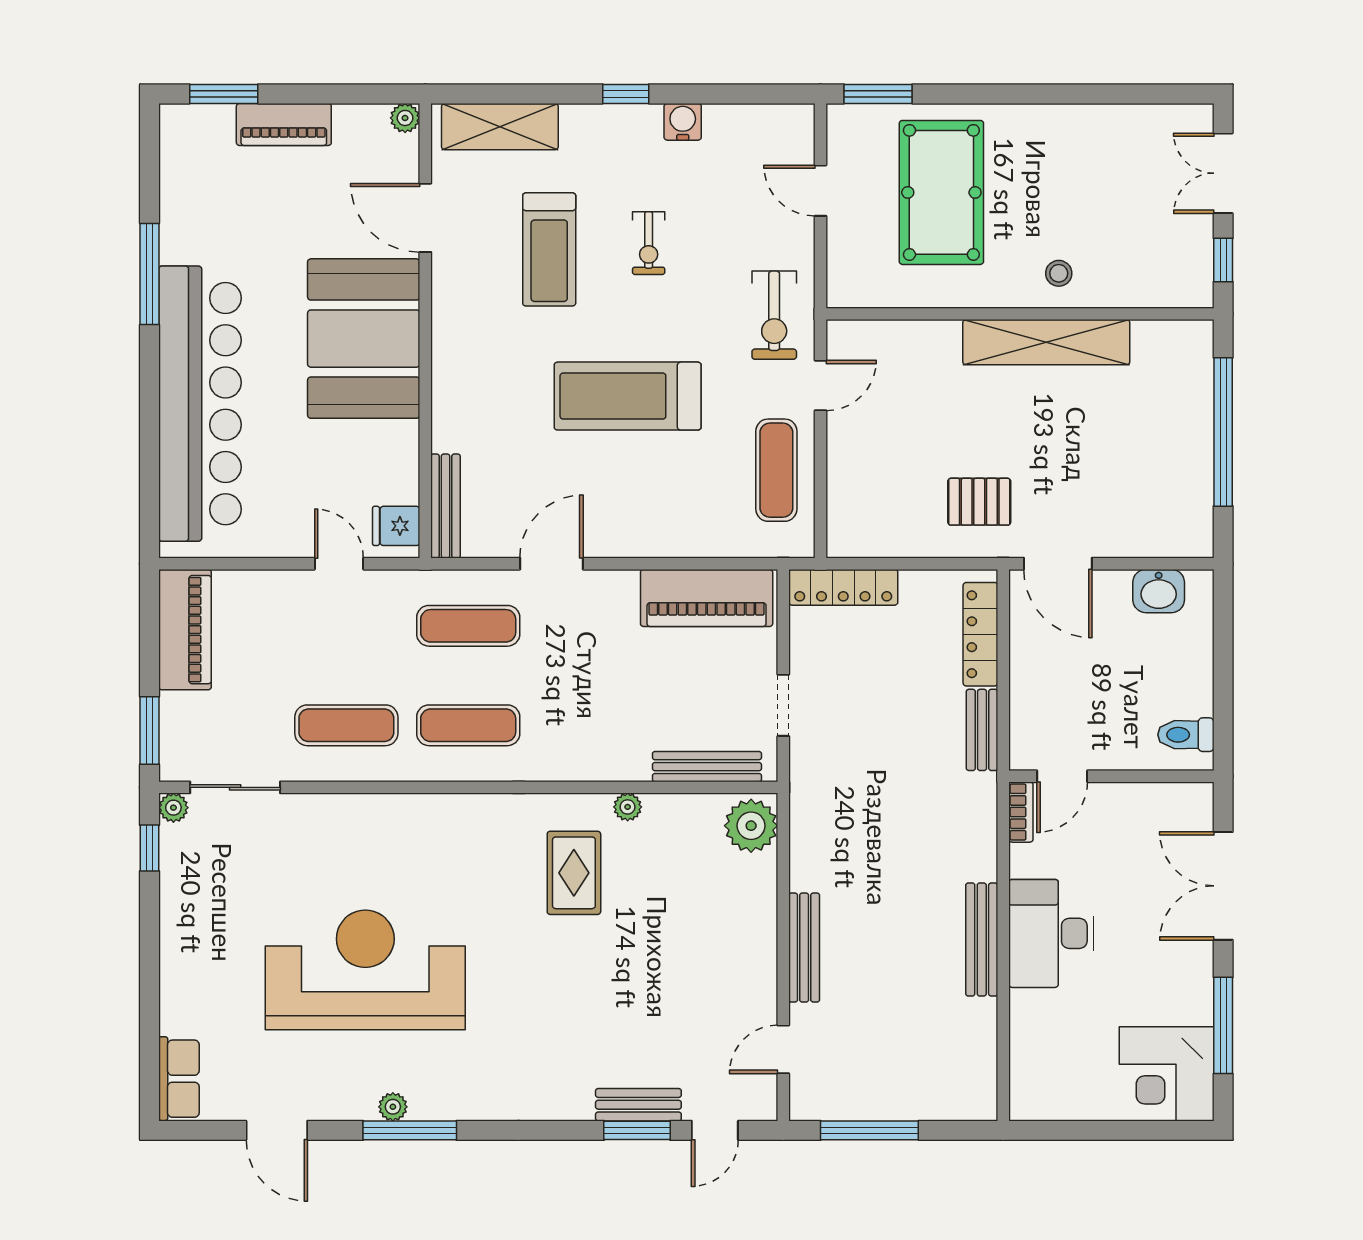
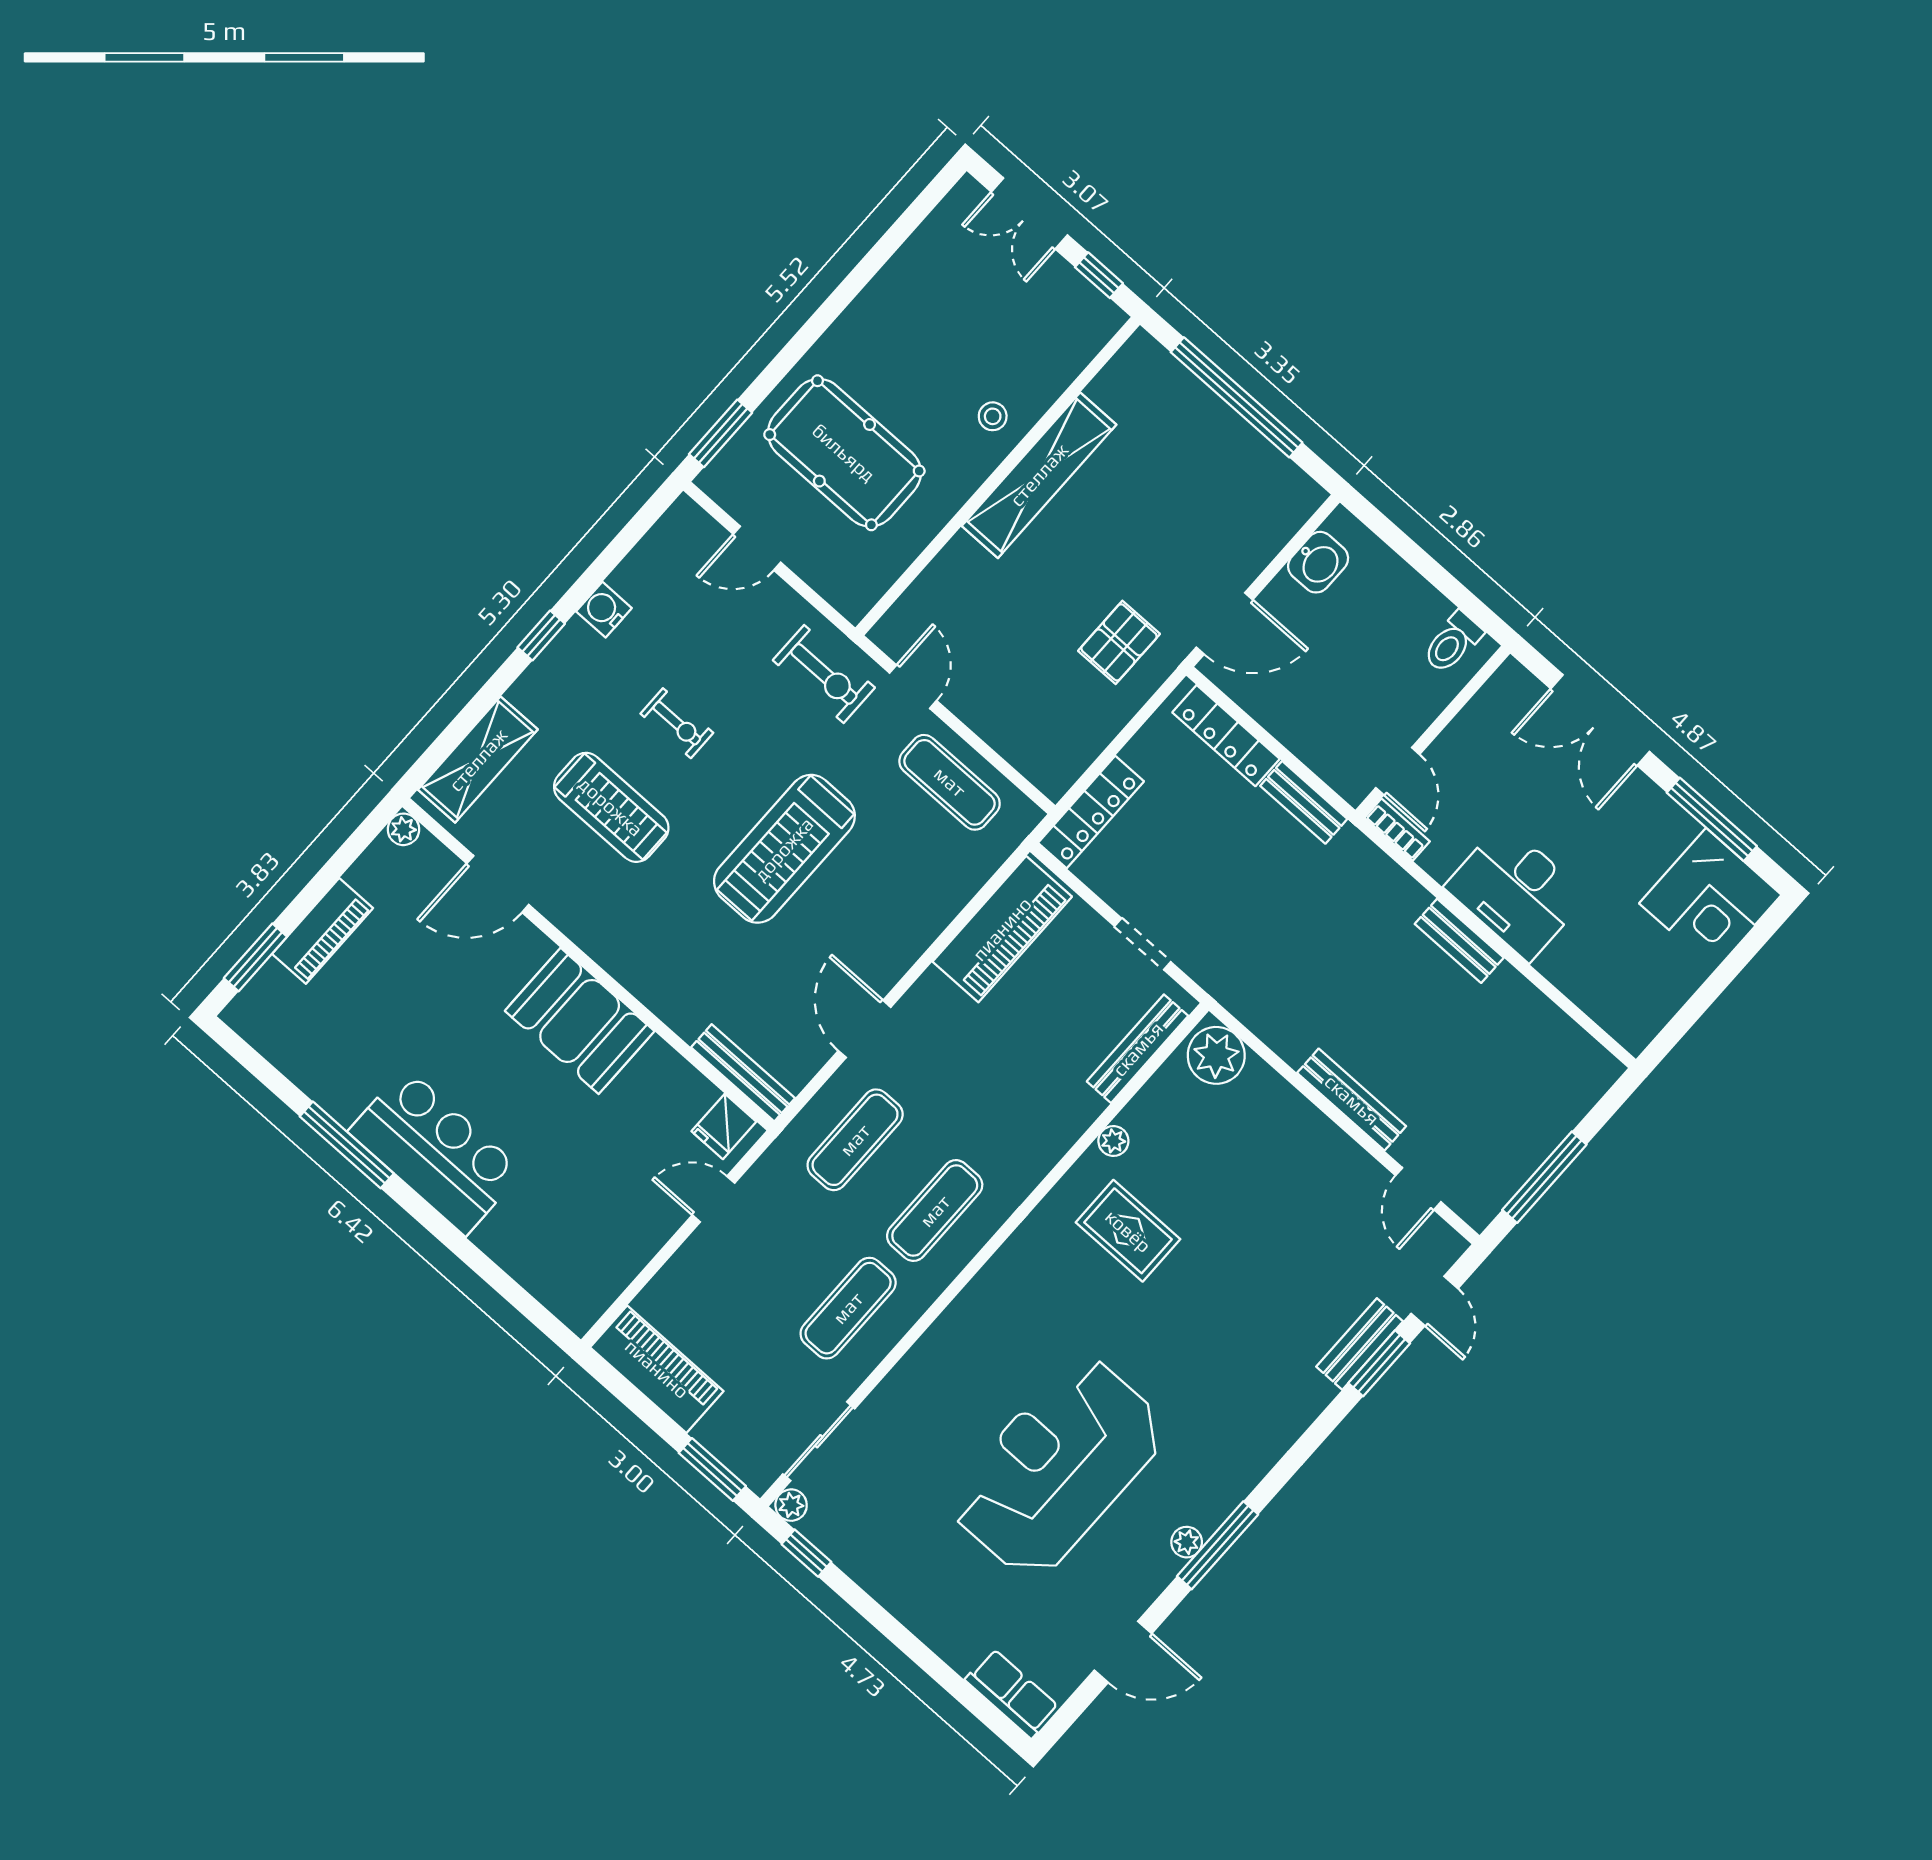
booth: (364, 339) -> (580, 1021), width x0.73, depth x0.70
bar counter: (200, 404) -> (435, 1151), width x0.54
bench: (982, 939) -> (1459, 941), width x0.73

